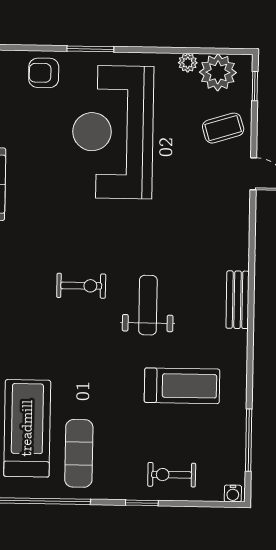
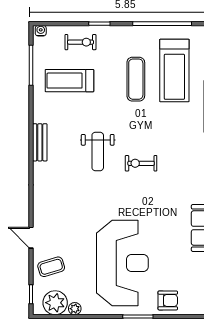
bench: (238, 300) -> (40, 142), moved
treadmill: (182, 386) -> (69, 81), moved
exercise mat: (79, 453) -> (136, 79), moved

